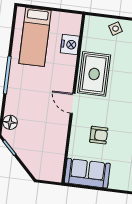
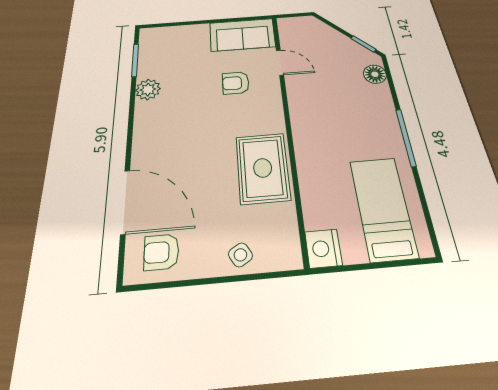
nightstand: (70, 44) -> (323, 248), moved
door: (73, 103) -> (280, 63), moved

